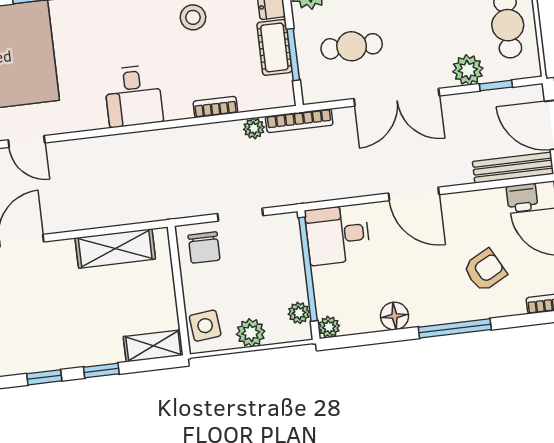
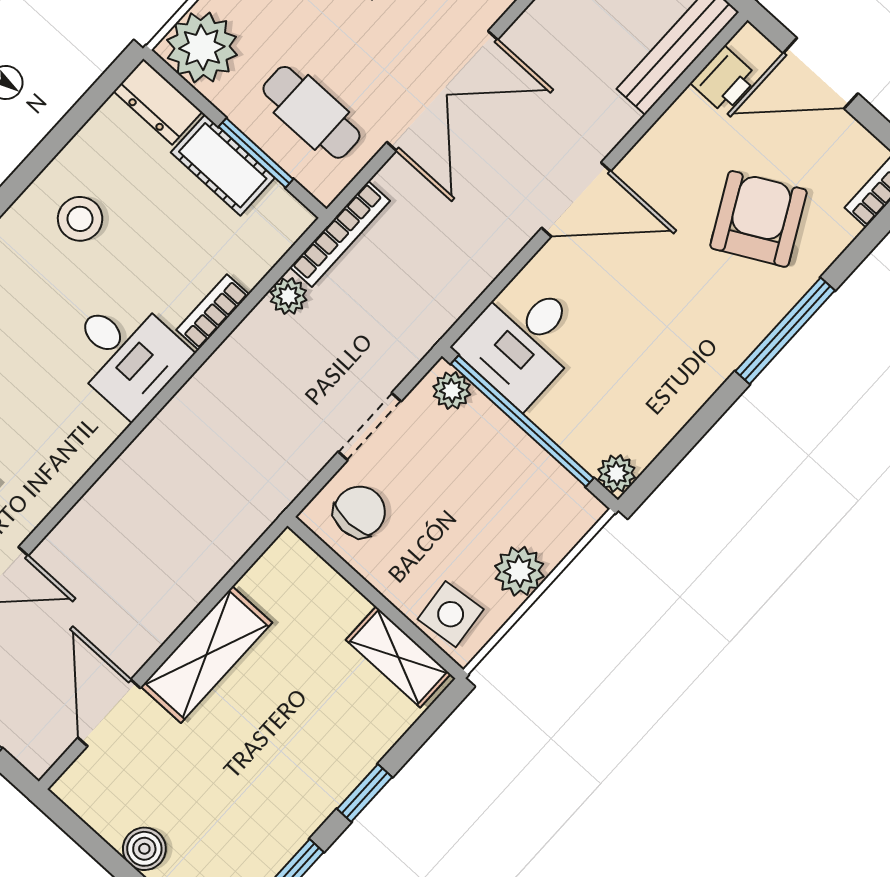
cafe table: (352, 46) -> (311, 112), moved, turned 90
desk: (133, 96) -> (126, 354), moved
shelving: (115, 248) -> (206, 655), moved
chair: (204, 248) -> (359, 512), turned -90
armchair: (485, 270) -> (758, 219), width x1.38, depth x1.38
plant: (299, 313) -> (452, 391), moved
floor lamp: (394, 316) -> (691, 384), removed
shelving: (153, 346) -> (398, 657), moved, turned 90

